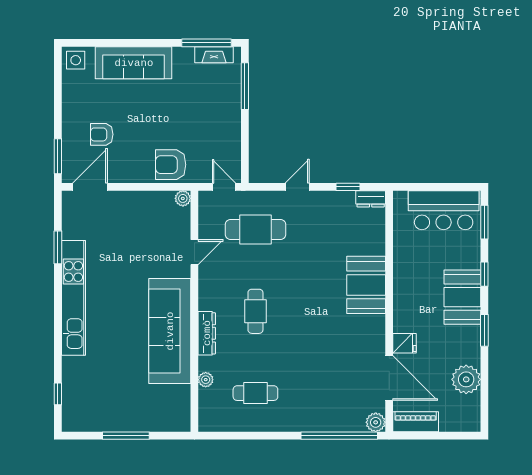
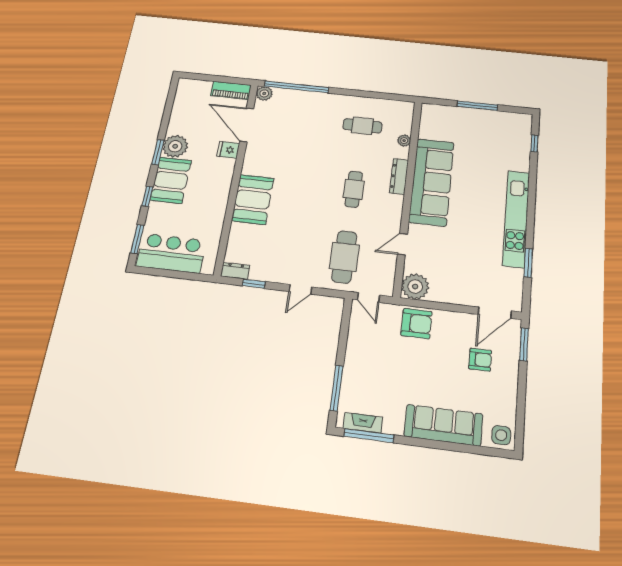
plant: (183, 198) -> (415, 286), width x1.87, depth x1.87
cafe table: (255, 229) -> (344, 257), turned 90
plant: (466, 379) -> (175, 146), moved

